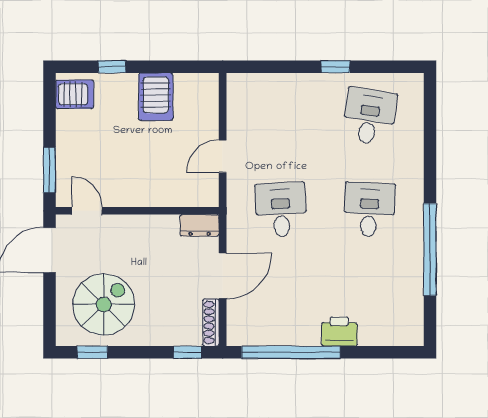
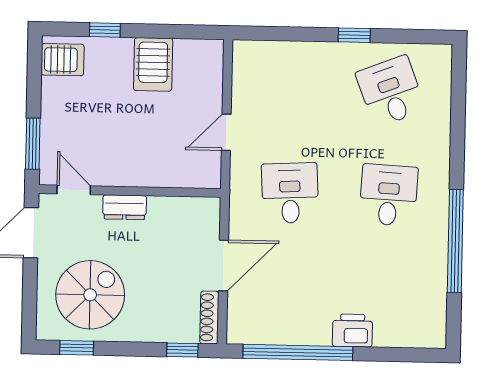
desk: (369, 116) -> (391, 91), turned -30
dresser: (200, 225) -> (125, 207), moved

